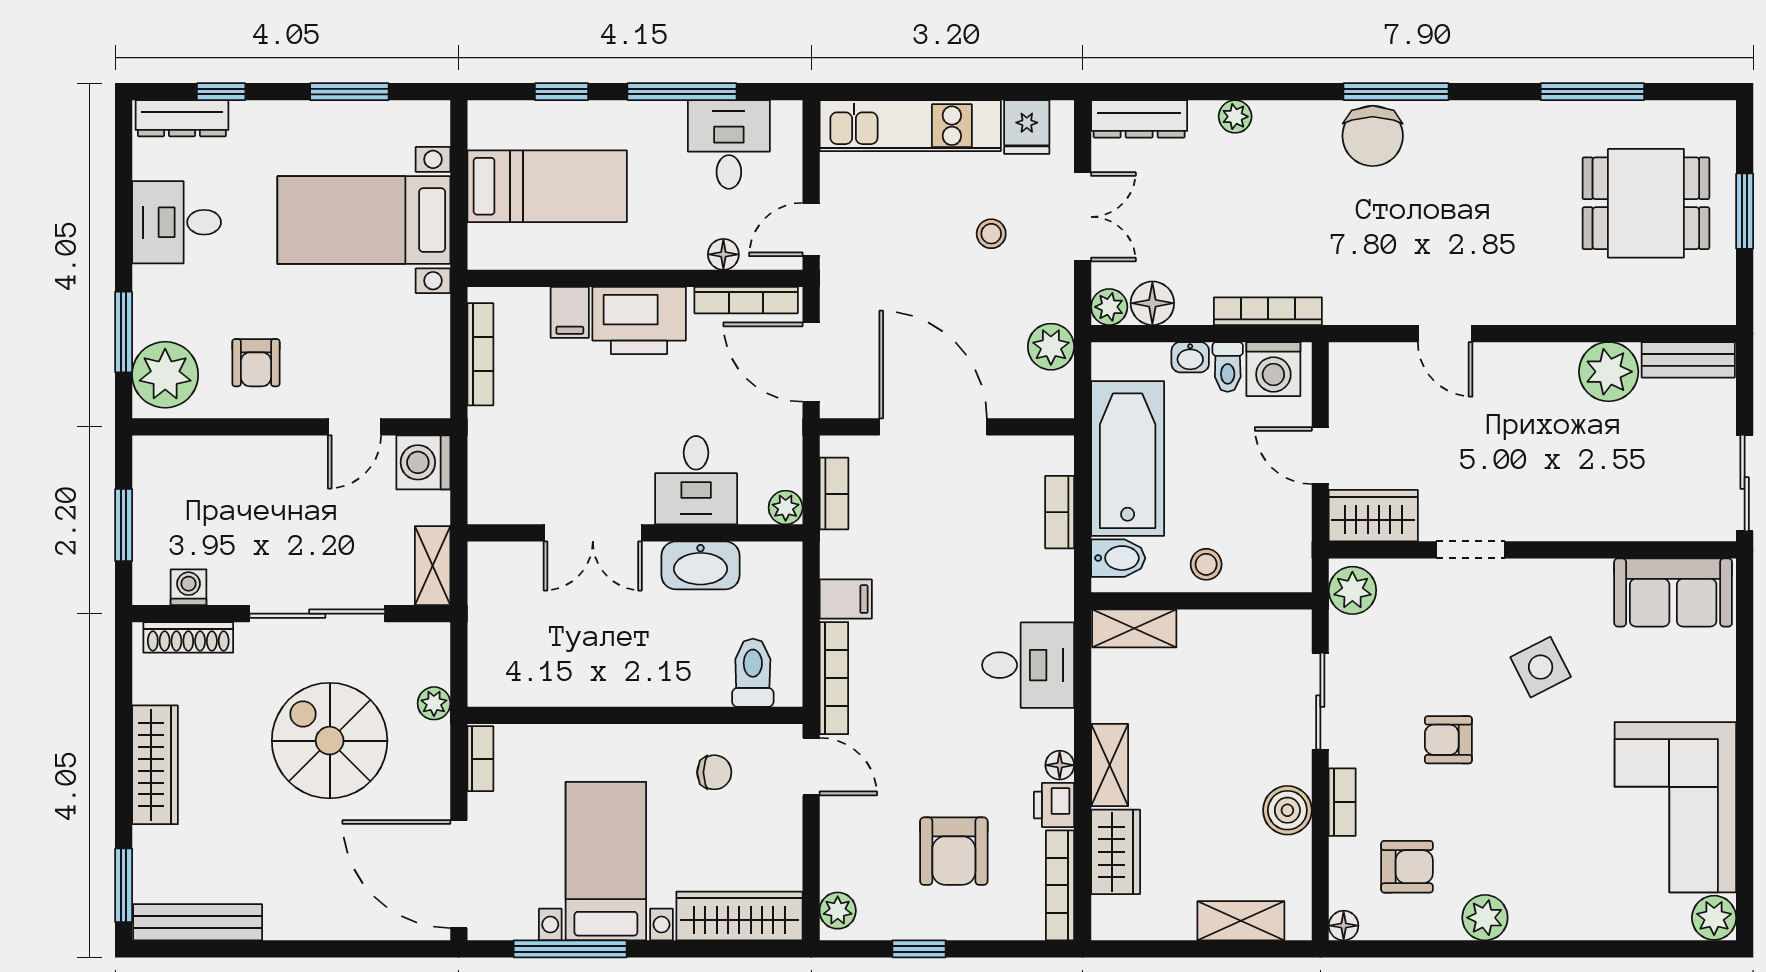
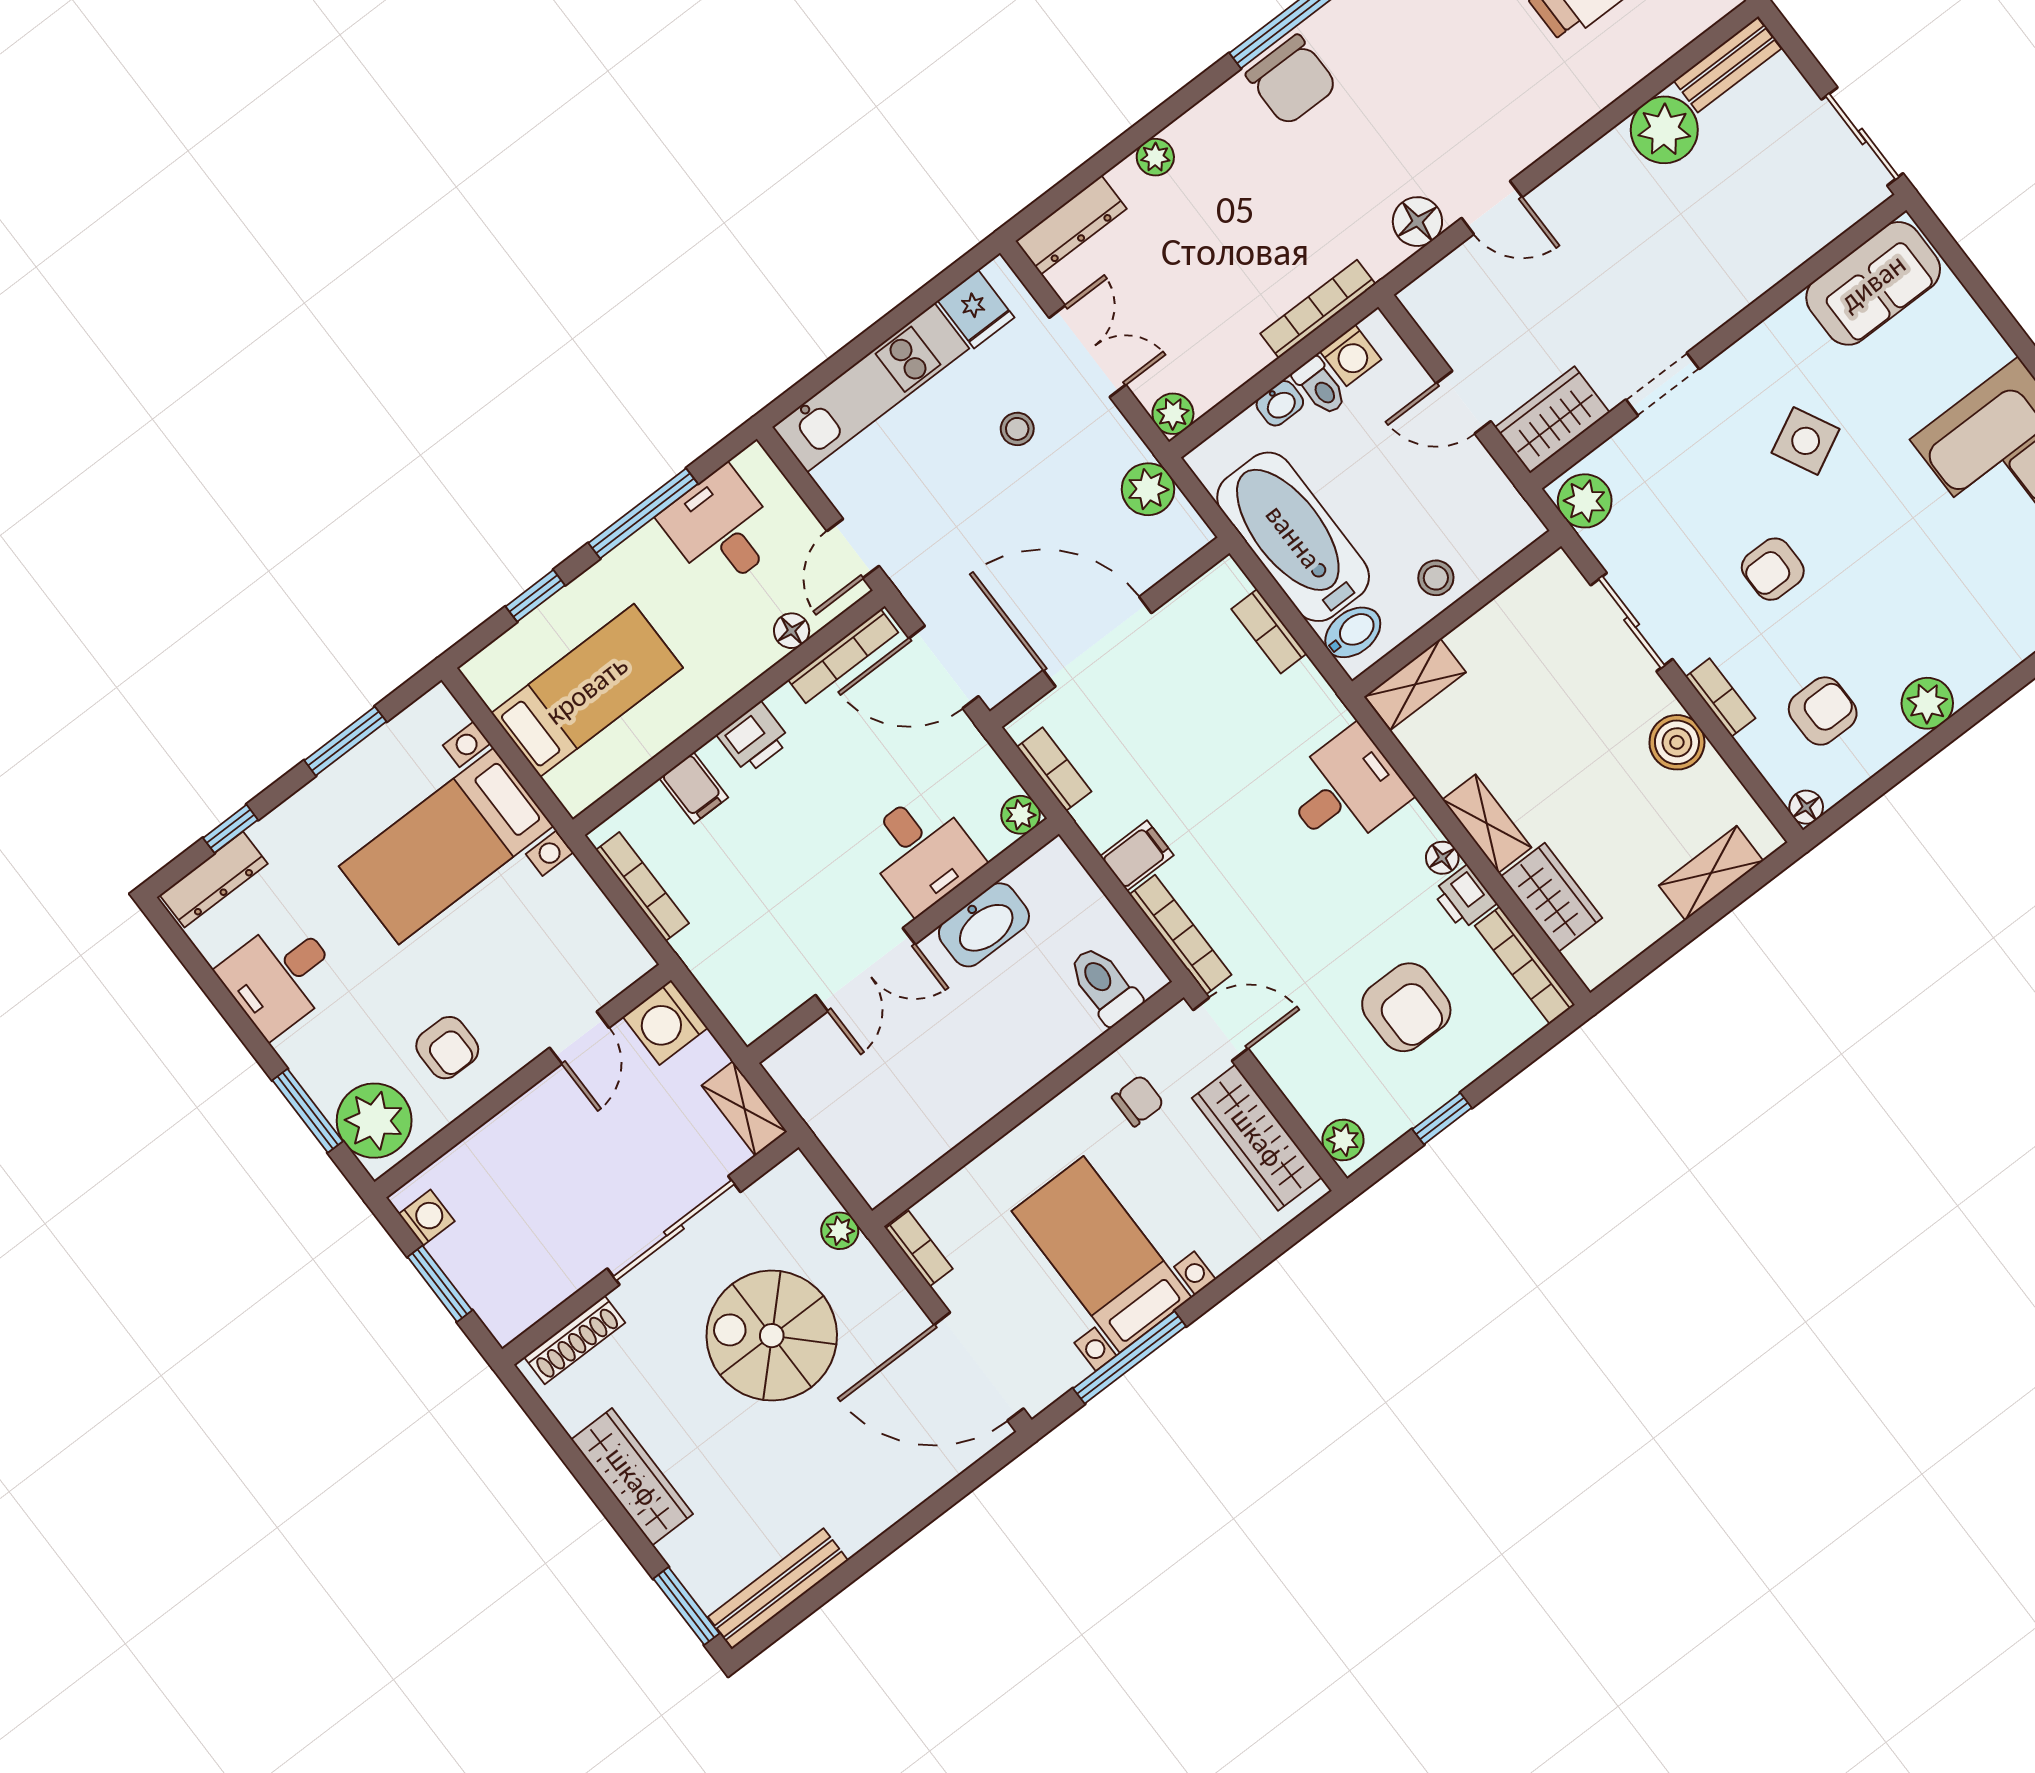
floor lamp: (1152, 303) -> (1417, 222), moved
printer: (639, 320) -> (754, 738), width x0.53, depth x0.68
washing machine: (1273, 369) -> (1351, 355), width x0.73, depth x0.73
washing machine: (189, 587) -> (427, 1218), moved, turned 90
wardrobe: (739, 916) -> (1257, 1138), moved, turned -90

